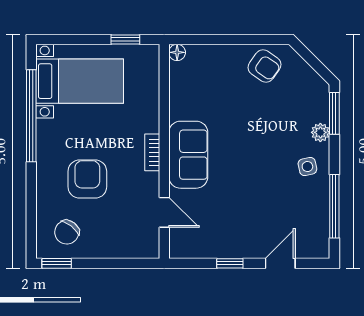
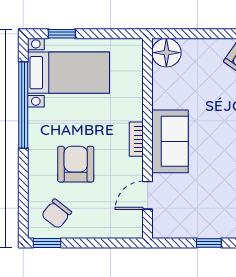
window: (125, 40) -> (62, 34), moved
floor lamp: (177, 52) -> (166, 53), width x1.89, depth x1.89
door: (164, 212) -> (148, 195), swing flipped

